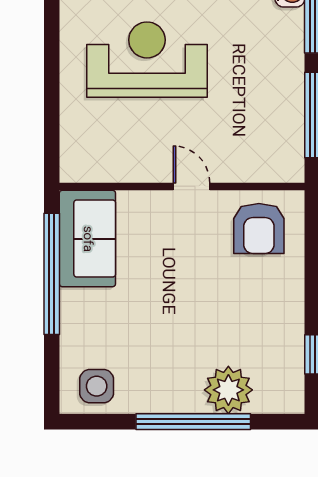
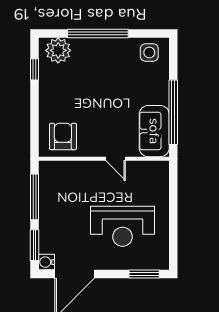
door: (191, 186) -> (116, 159), moved
plant: (228, 390) -> (58, 50), moved

